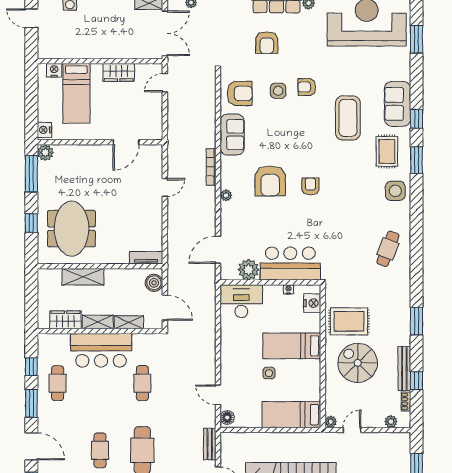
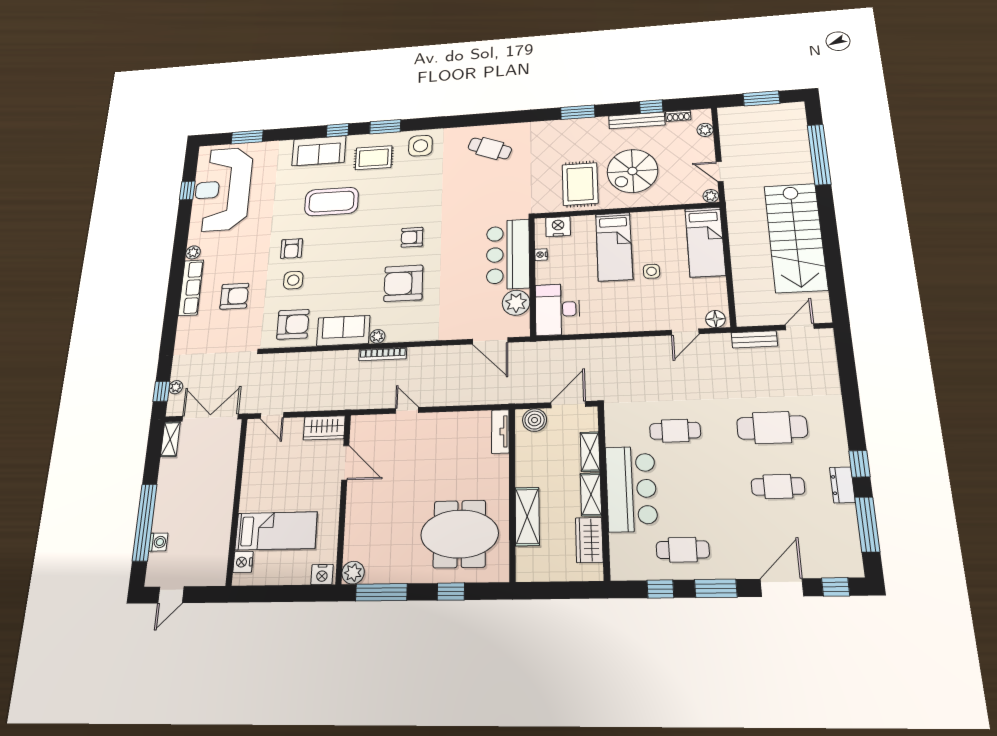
wardrobe: (119, 72) -> (324, 428), moved, turned 90
armchair: (240, 93) -> (293, 324), turned 90
armchair: (270, 181) -> (403, 283), turned 180
plant: (226, 195) -> (377, 336), moved

